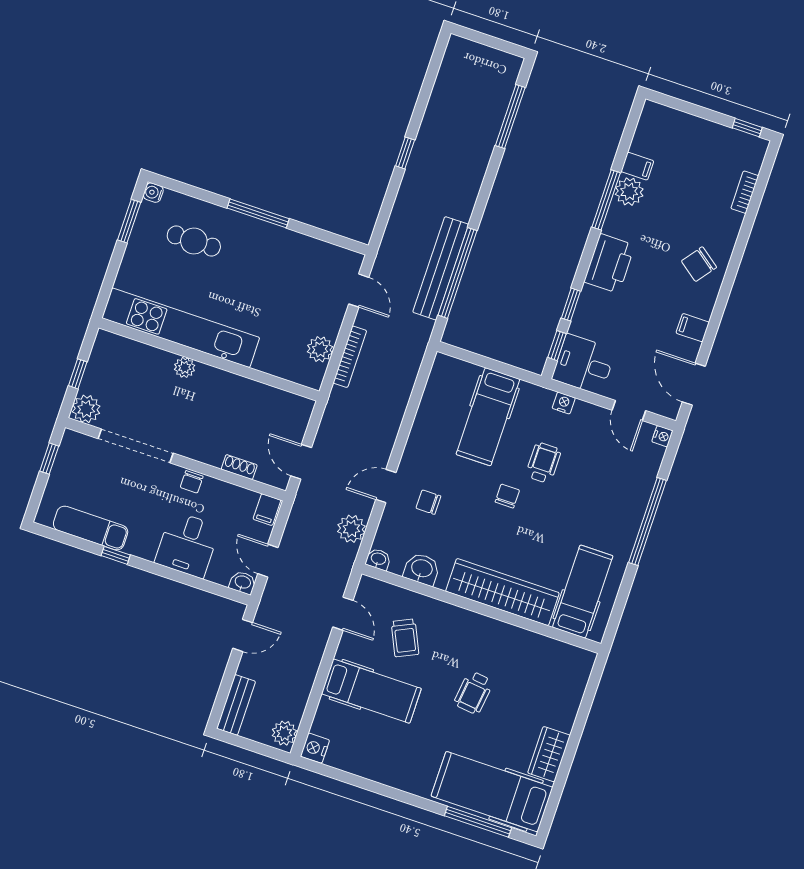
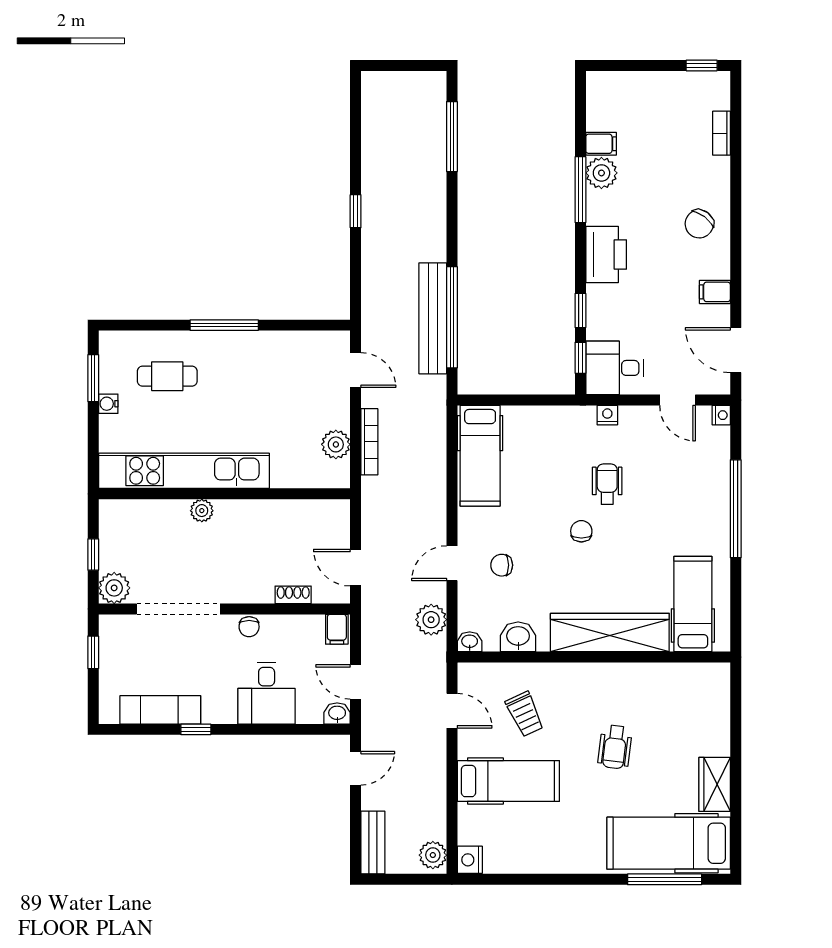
water cooler: (153, 193) -> (108, 404), moved
hospital bed: (488, 417) -> (480, 456), moved

